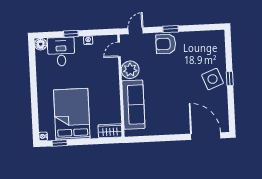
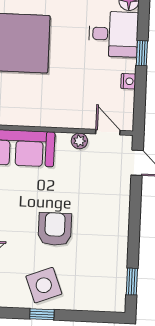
window: (171, 29) -> (132, 282), moved
armchair: (166, 44) -> (55, 229), moved
plant: (130, 70) -> (79, 141), width x0.53, depth x0.53

